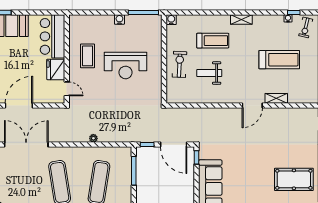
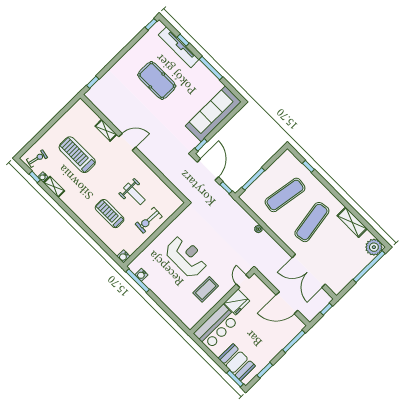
water cooler: (119, 19) -> (141, 275), moved
shelving: (241, 19) -> (54, 187), moved
pool table: (294, 179) -> (157, 80), moved

